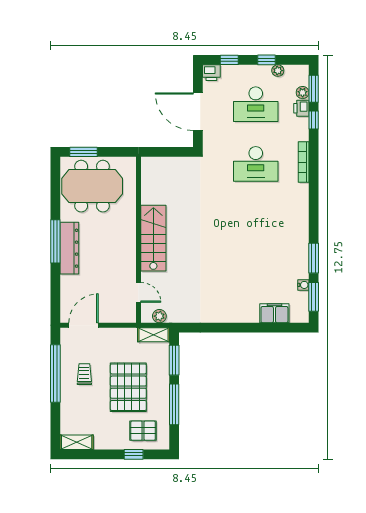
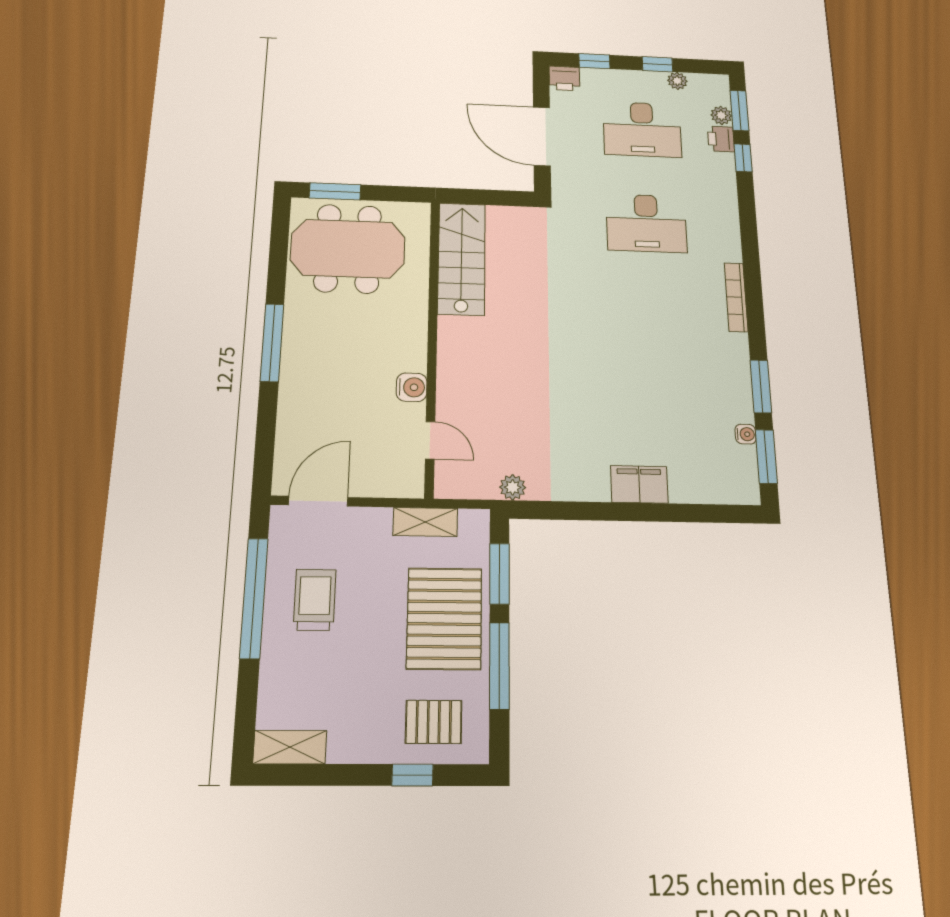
bookcase: (304, 162) -> (736, 297), moved
stairs: (153, 238) -> (462, 259), moved
dresser: (69, 248) -> (298, 355), removed
water cooler: (128, 264) -> (412, 387), added
filing cabinet: (274, 313) -> (639, 484), moved
plant: (159, 316) -> (513, 487), moved
shelving: (153, 335) -> (425, 522), moved
trolley: (84, 374) -> (315, 600), width x1.36, depth x1.39
pallet: (128, 387) -> (444, 618), moved

